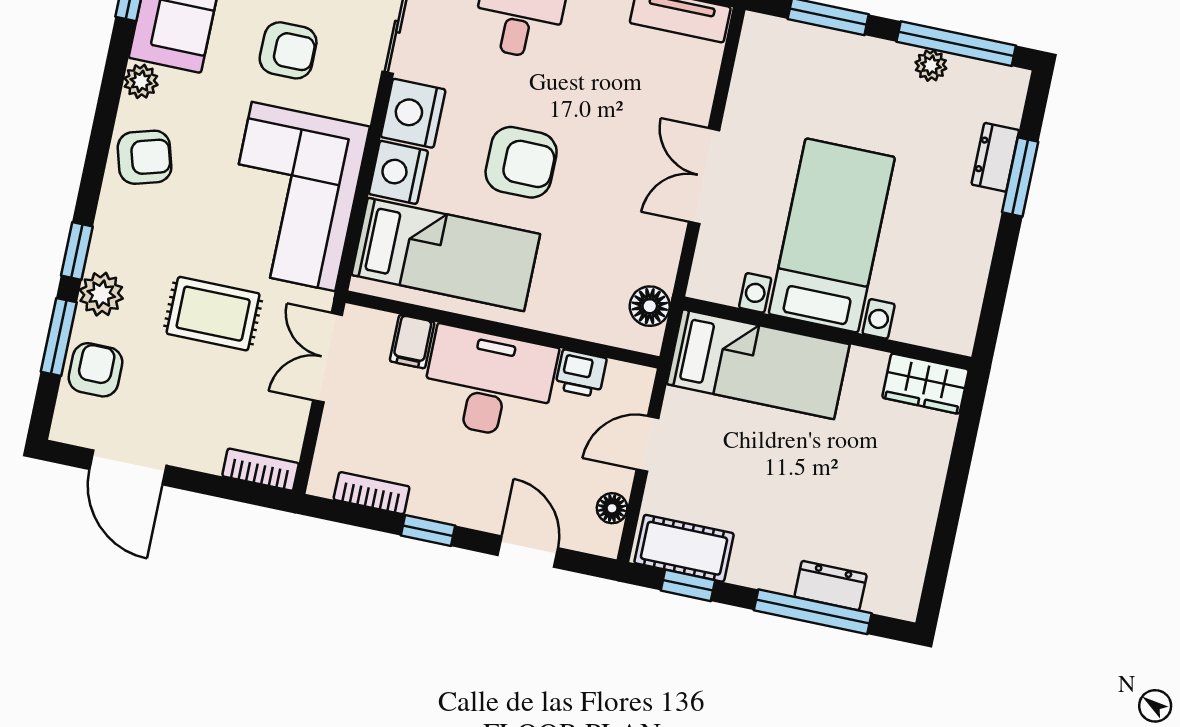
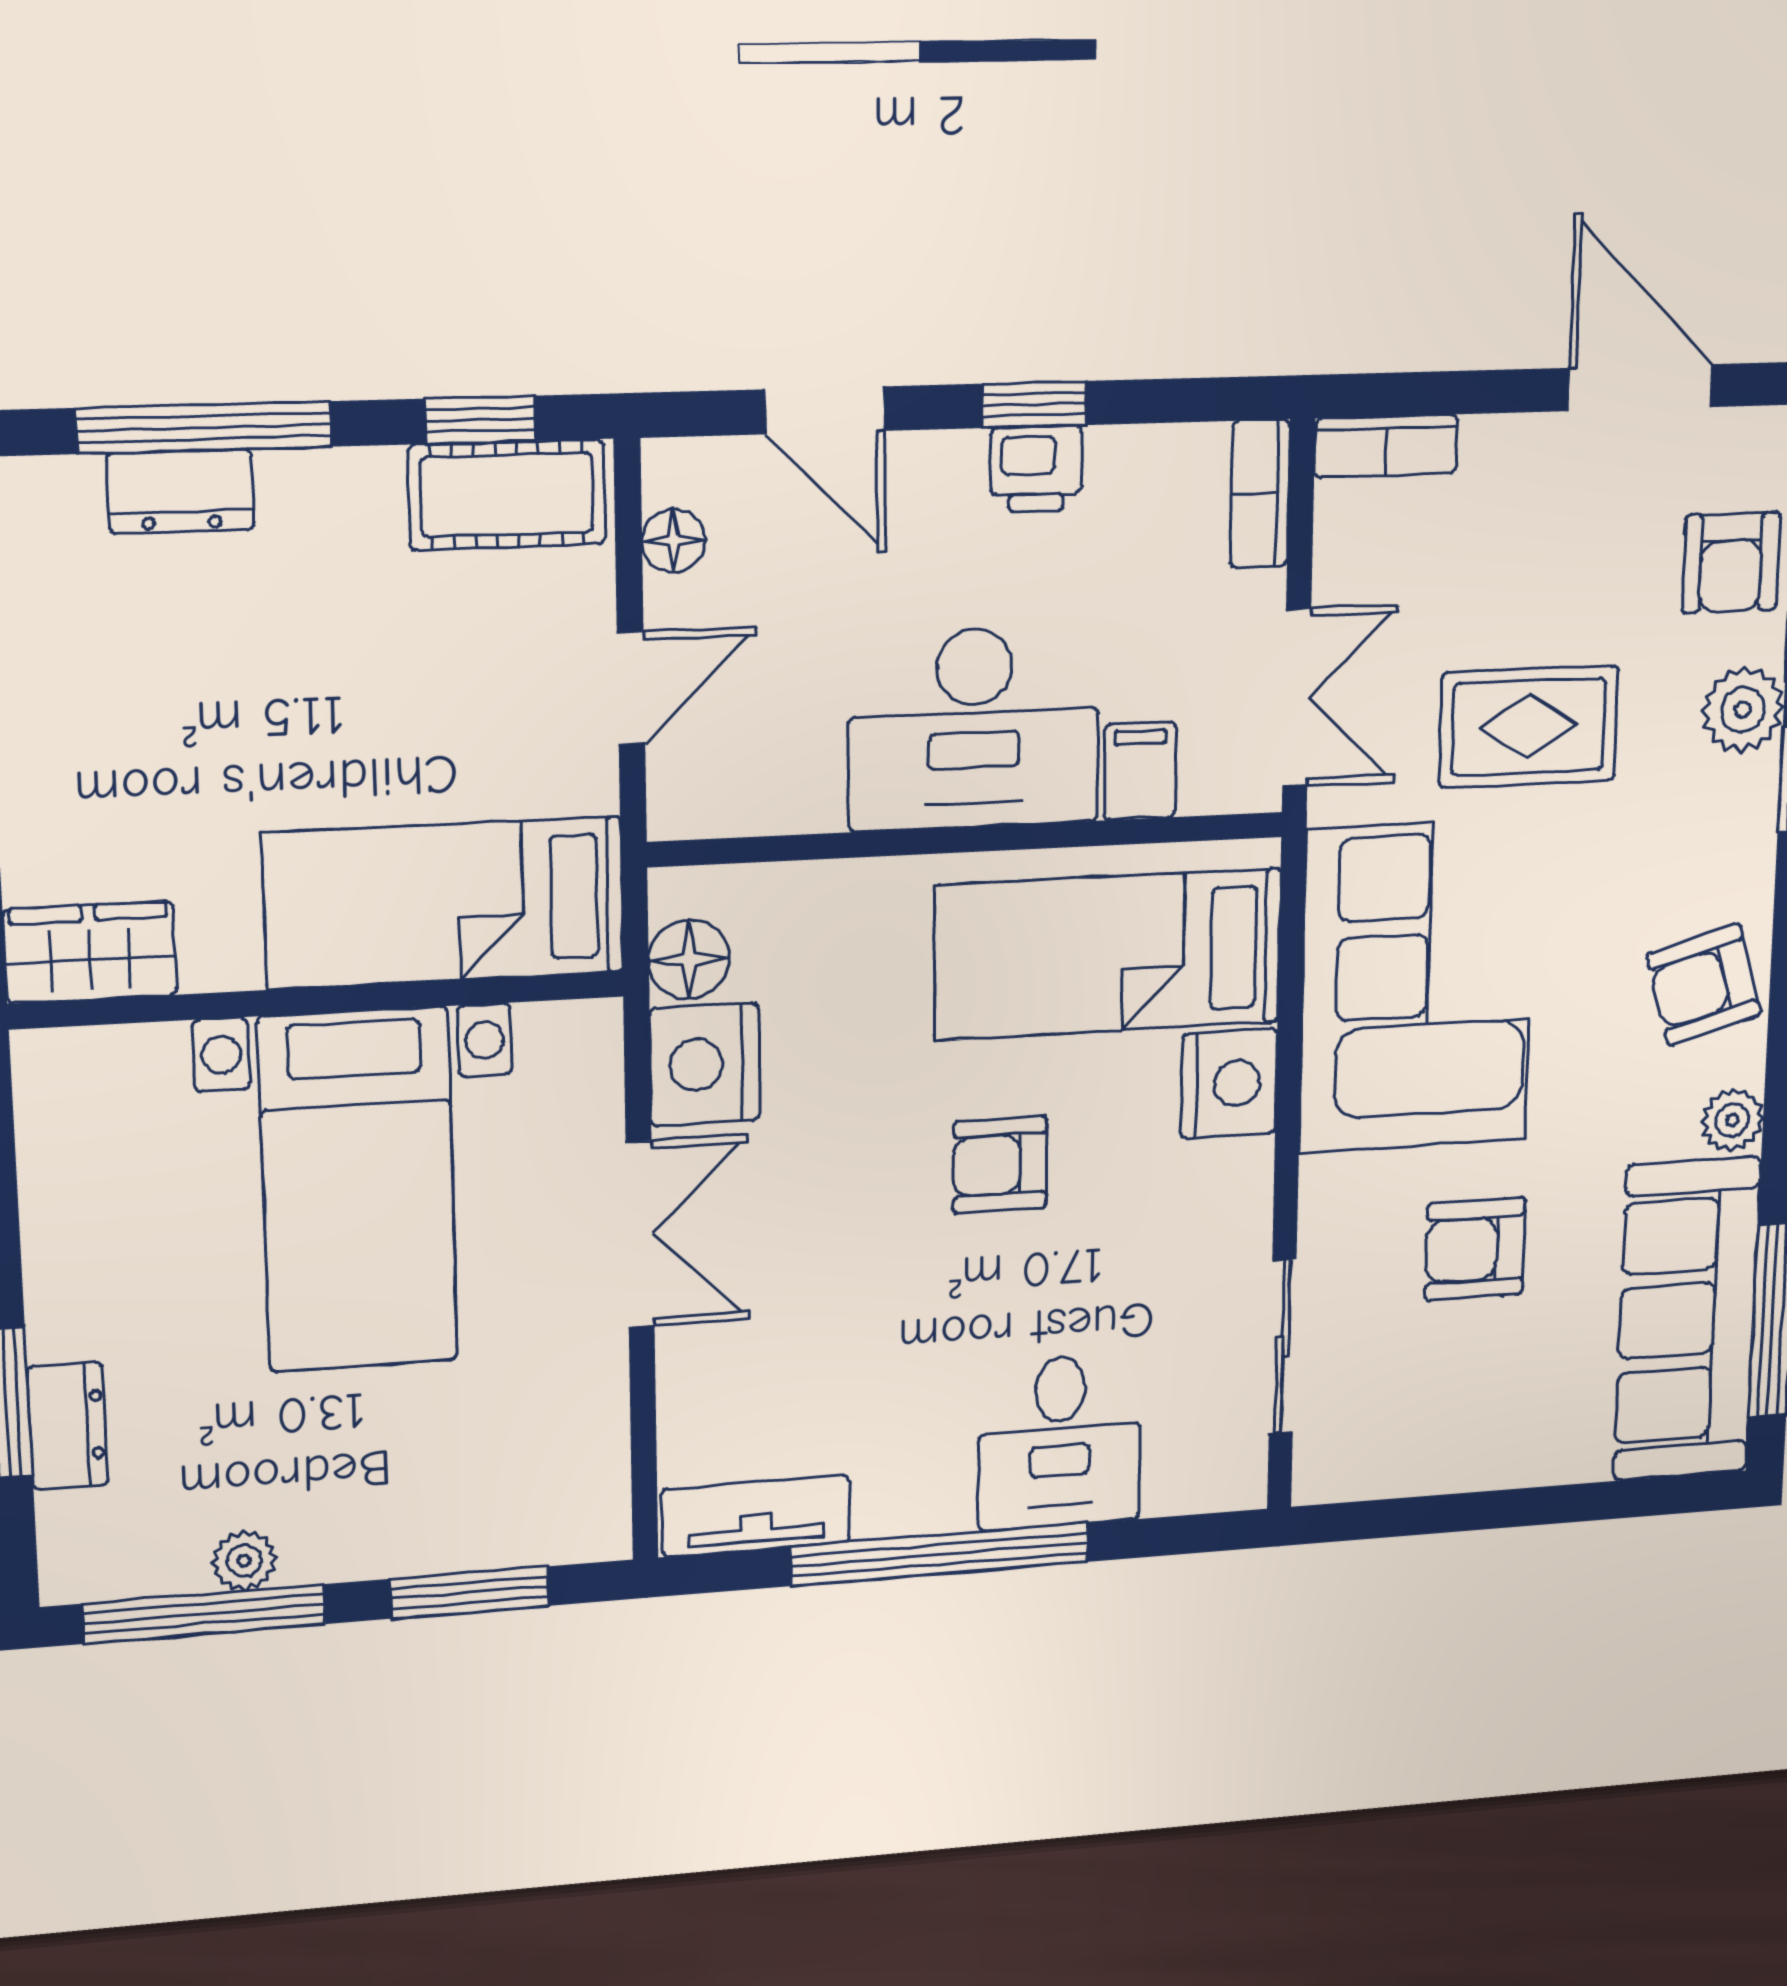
nightstand: (413, 113) -> (705, 1064), moved, turned 180
armchair: (521, 162) -> (1000, 1165), width x0.72, depth x0.72
printer: (581, 373) -> (1036, 469), moved, turned 180
bookcase: (372, 493) -> (1260, 494), moved, turned 90

